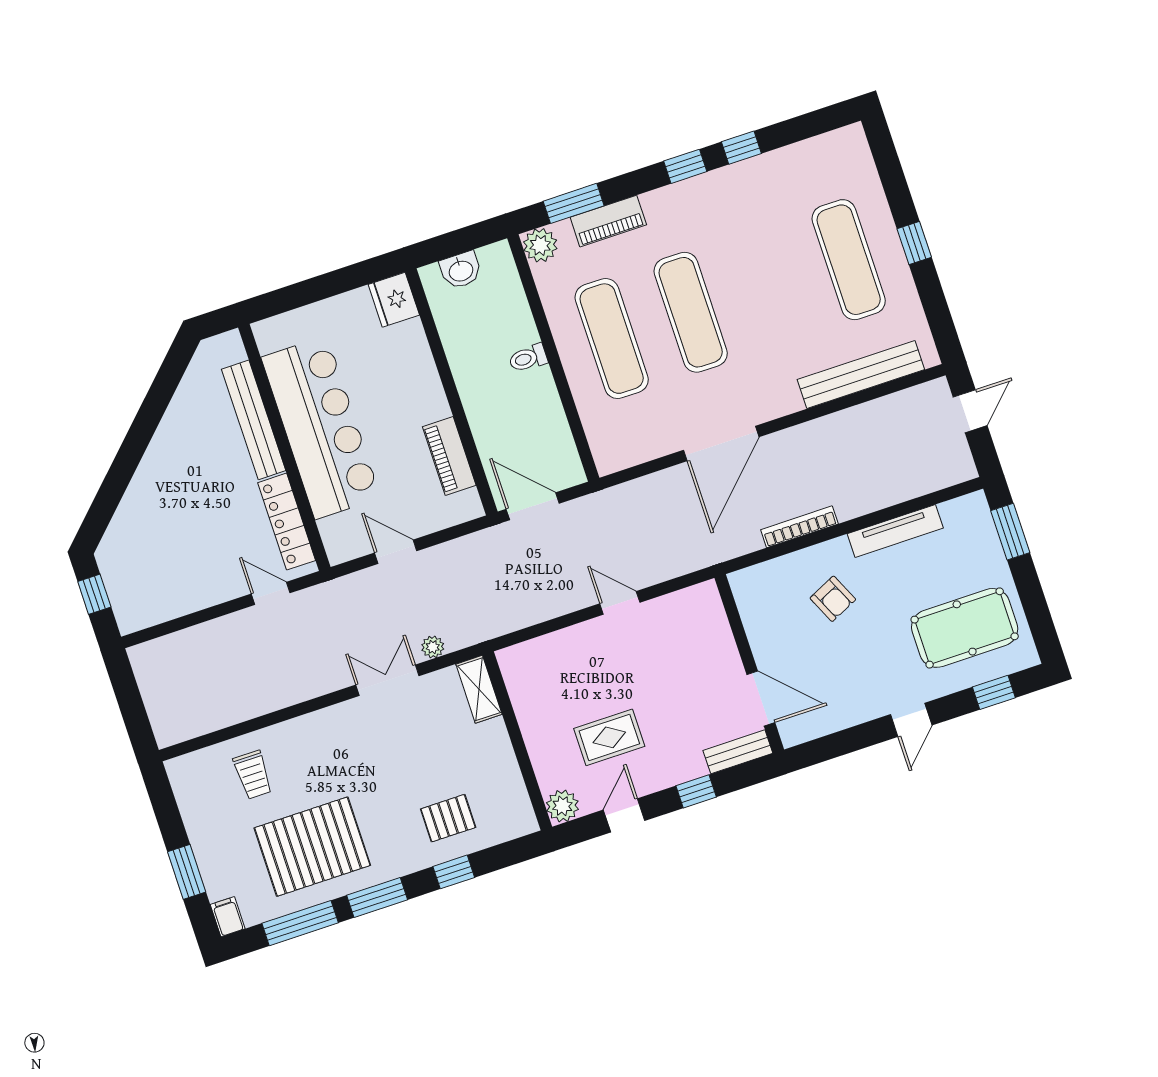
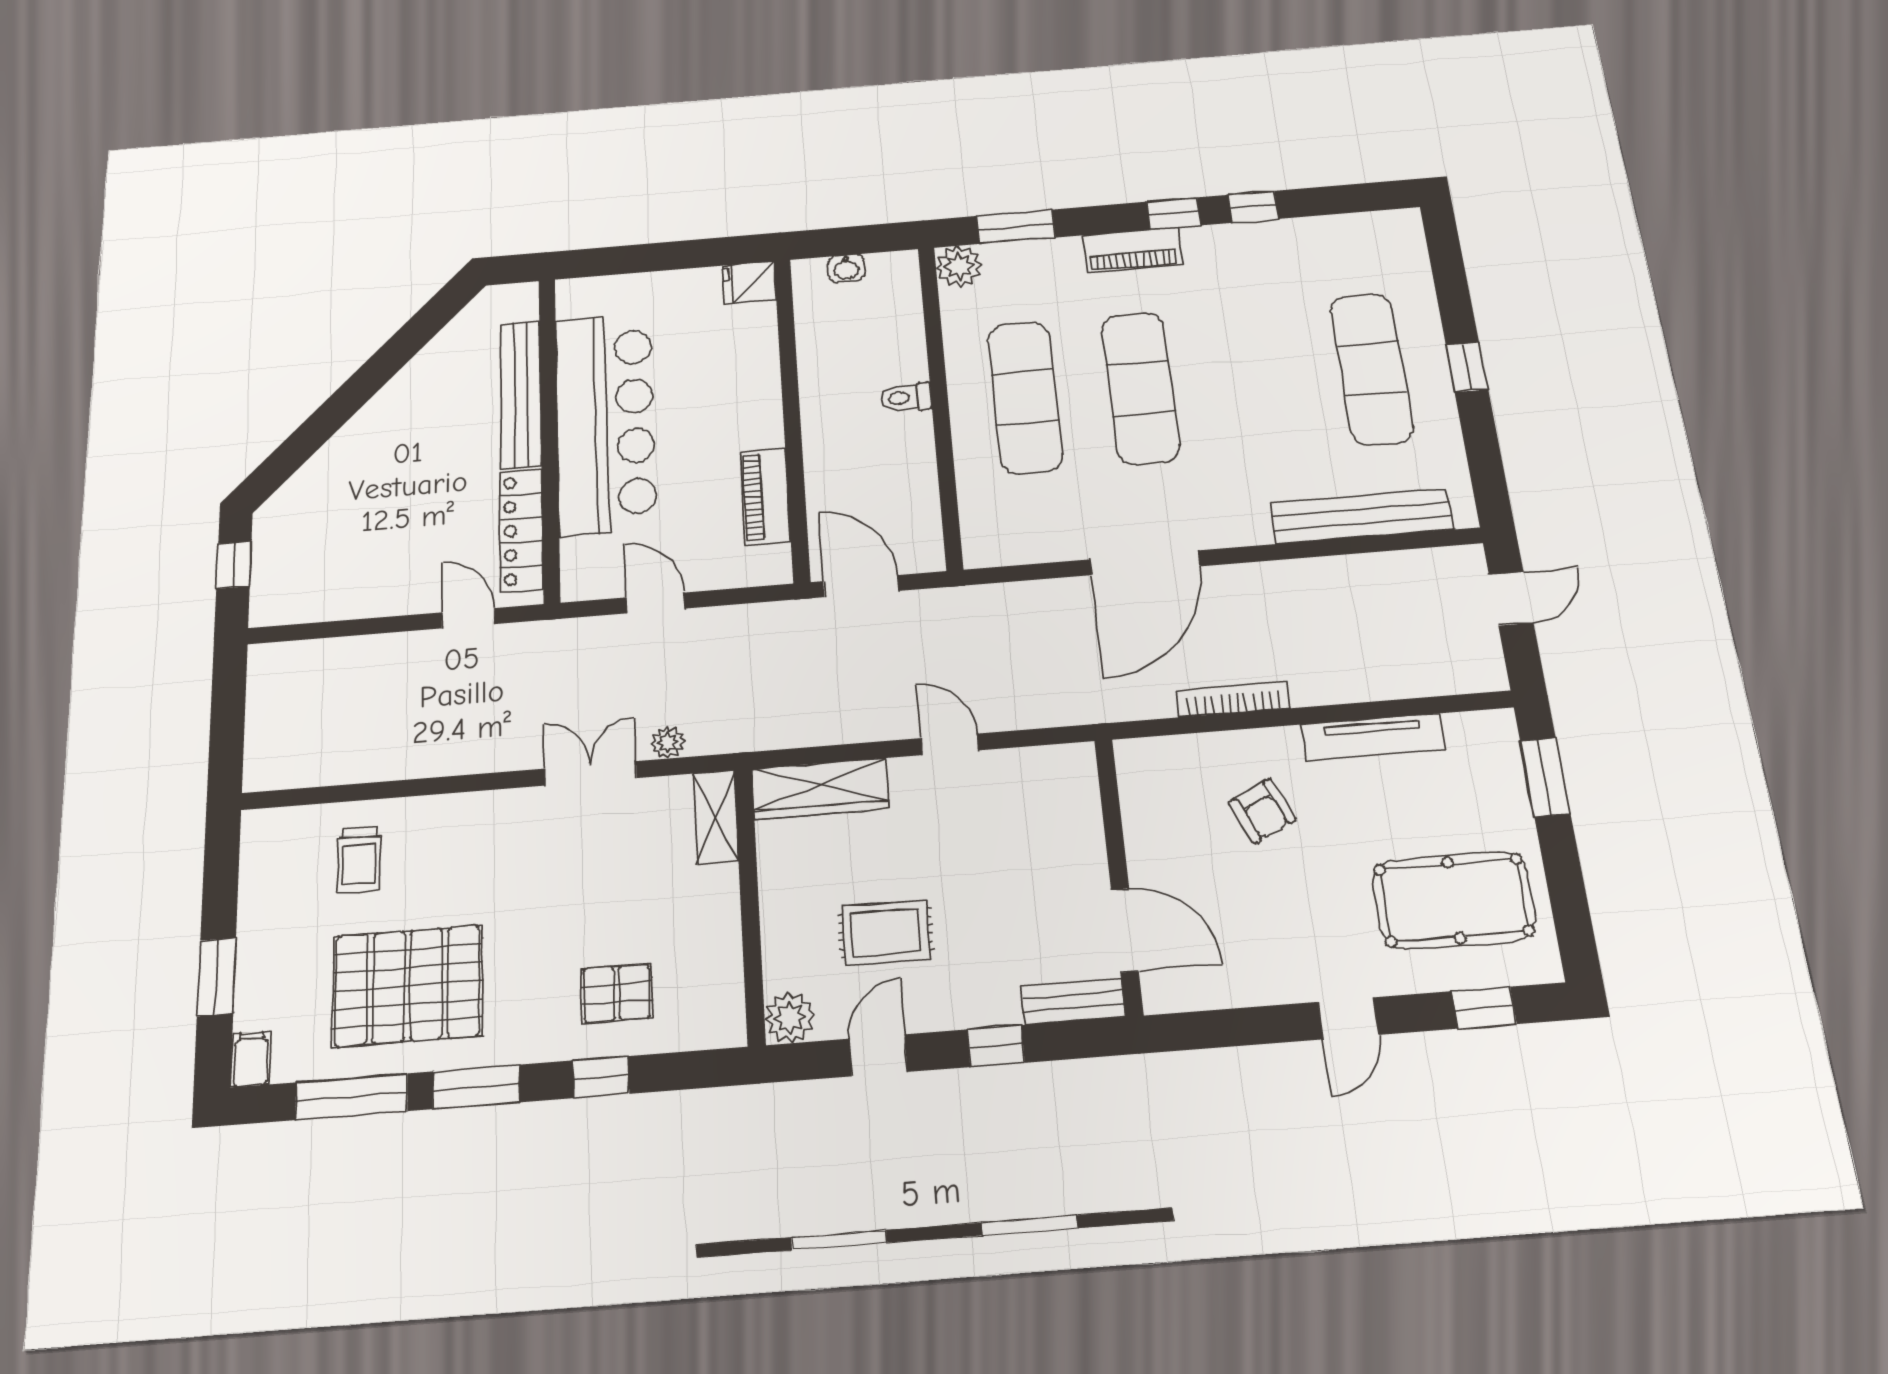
piano: (608, 221) -> (1132, 250), moved
washbasin: (461, 270) -> (846, 268), width x0.72, depth x0.69
fridge: (394, 300) -> (749, 283), width x0.72
wardrobe: (542, 654) -> (820, 788), added

